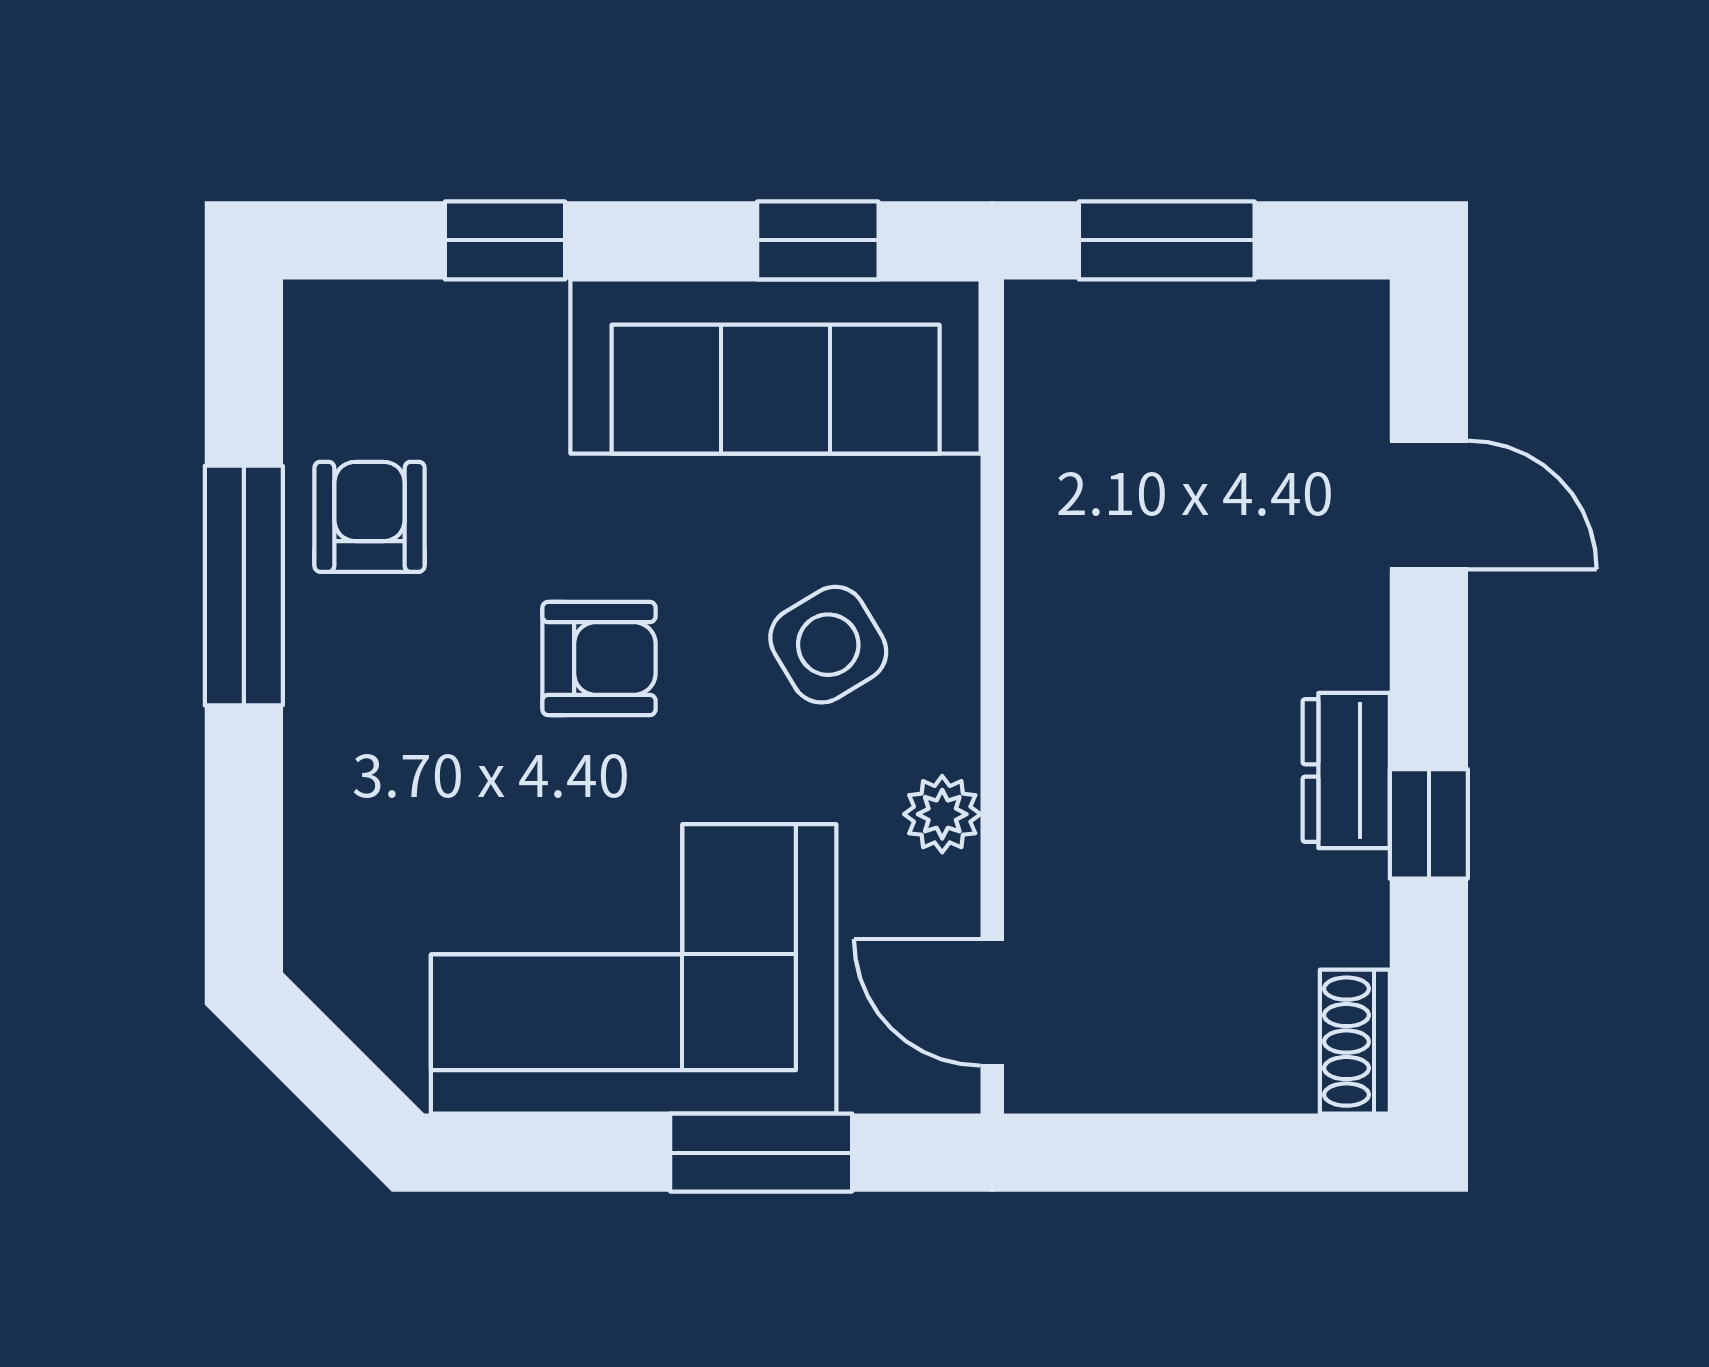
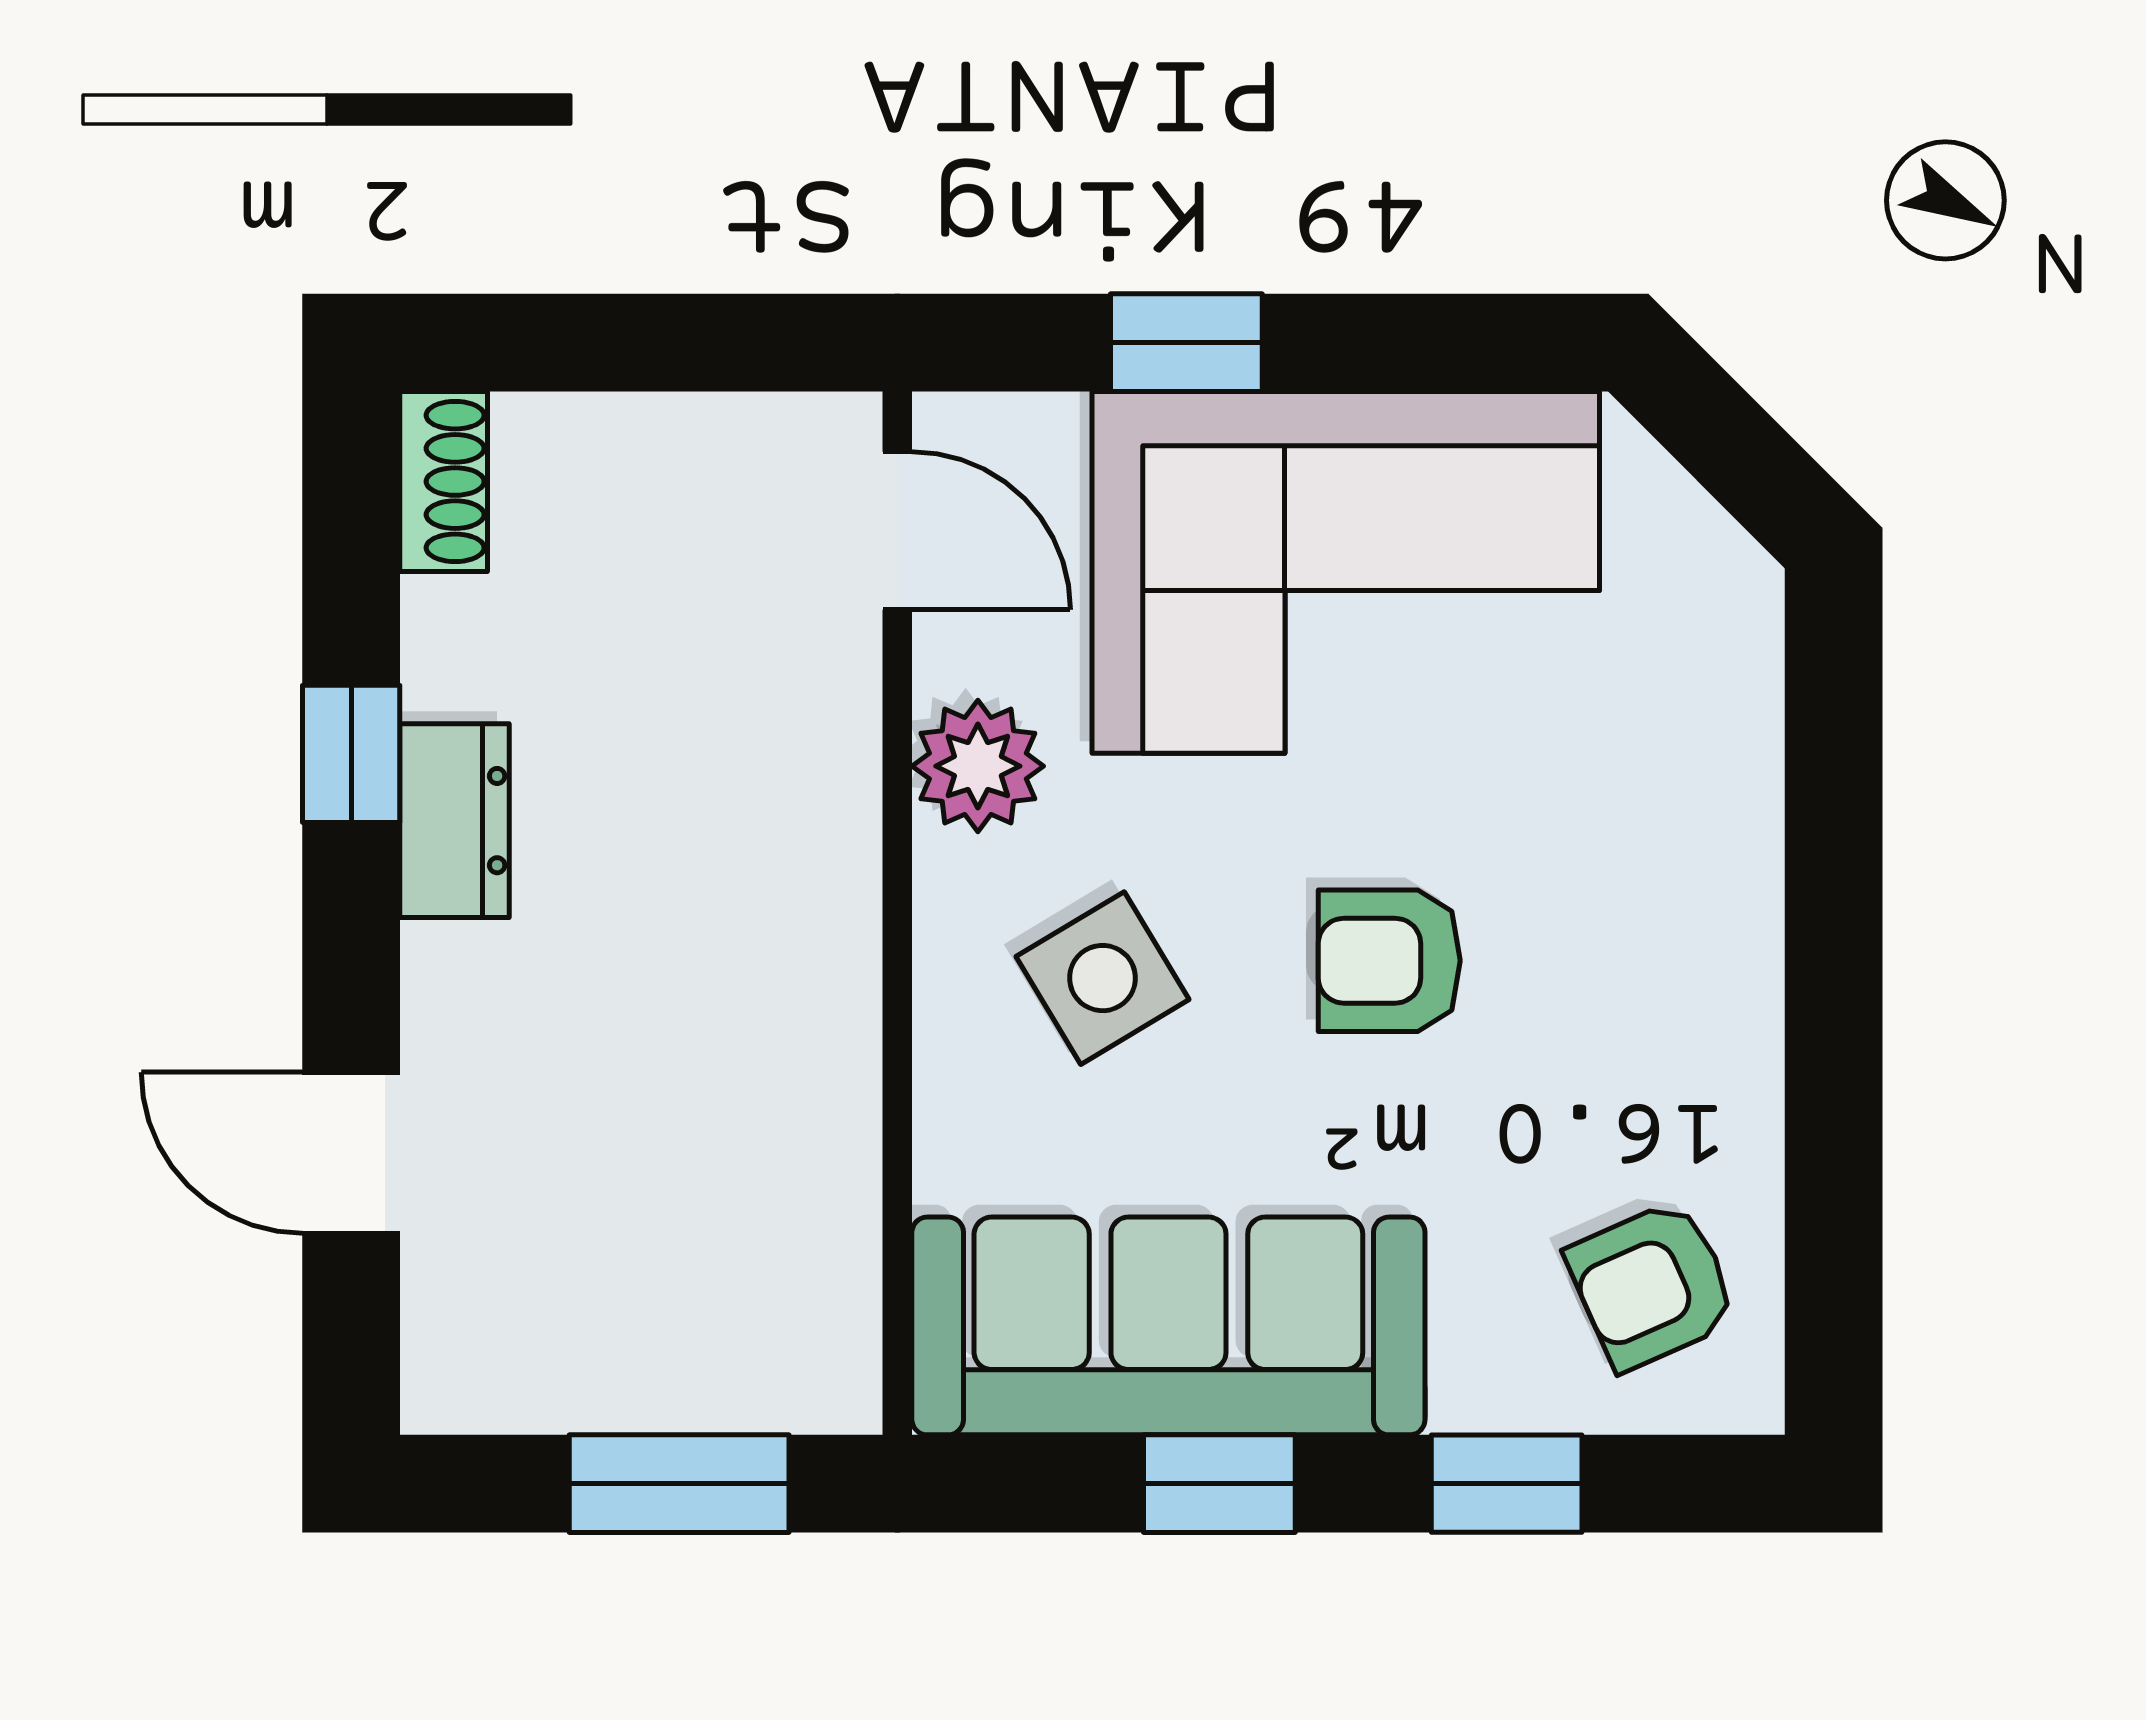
window: (818, 240) -> (1219, 1484), moved
armchair: (370, 517) -> (1652, 1285), moved, turned 66
window: (244, 586) -> (1834, 1052), removed
plant: (942, 814) -> (978, 766), width x1.38, depth x1.38
window: (761, 1153) -> (1186, 343), width x0.67

